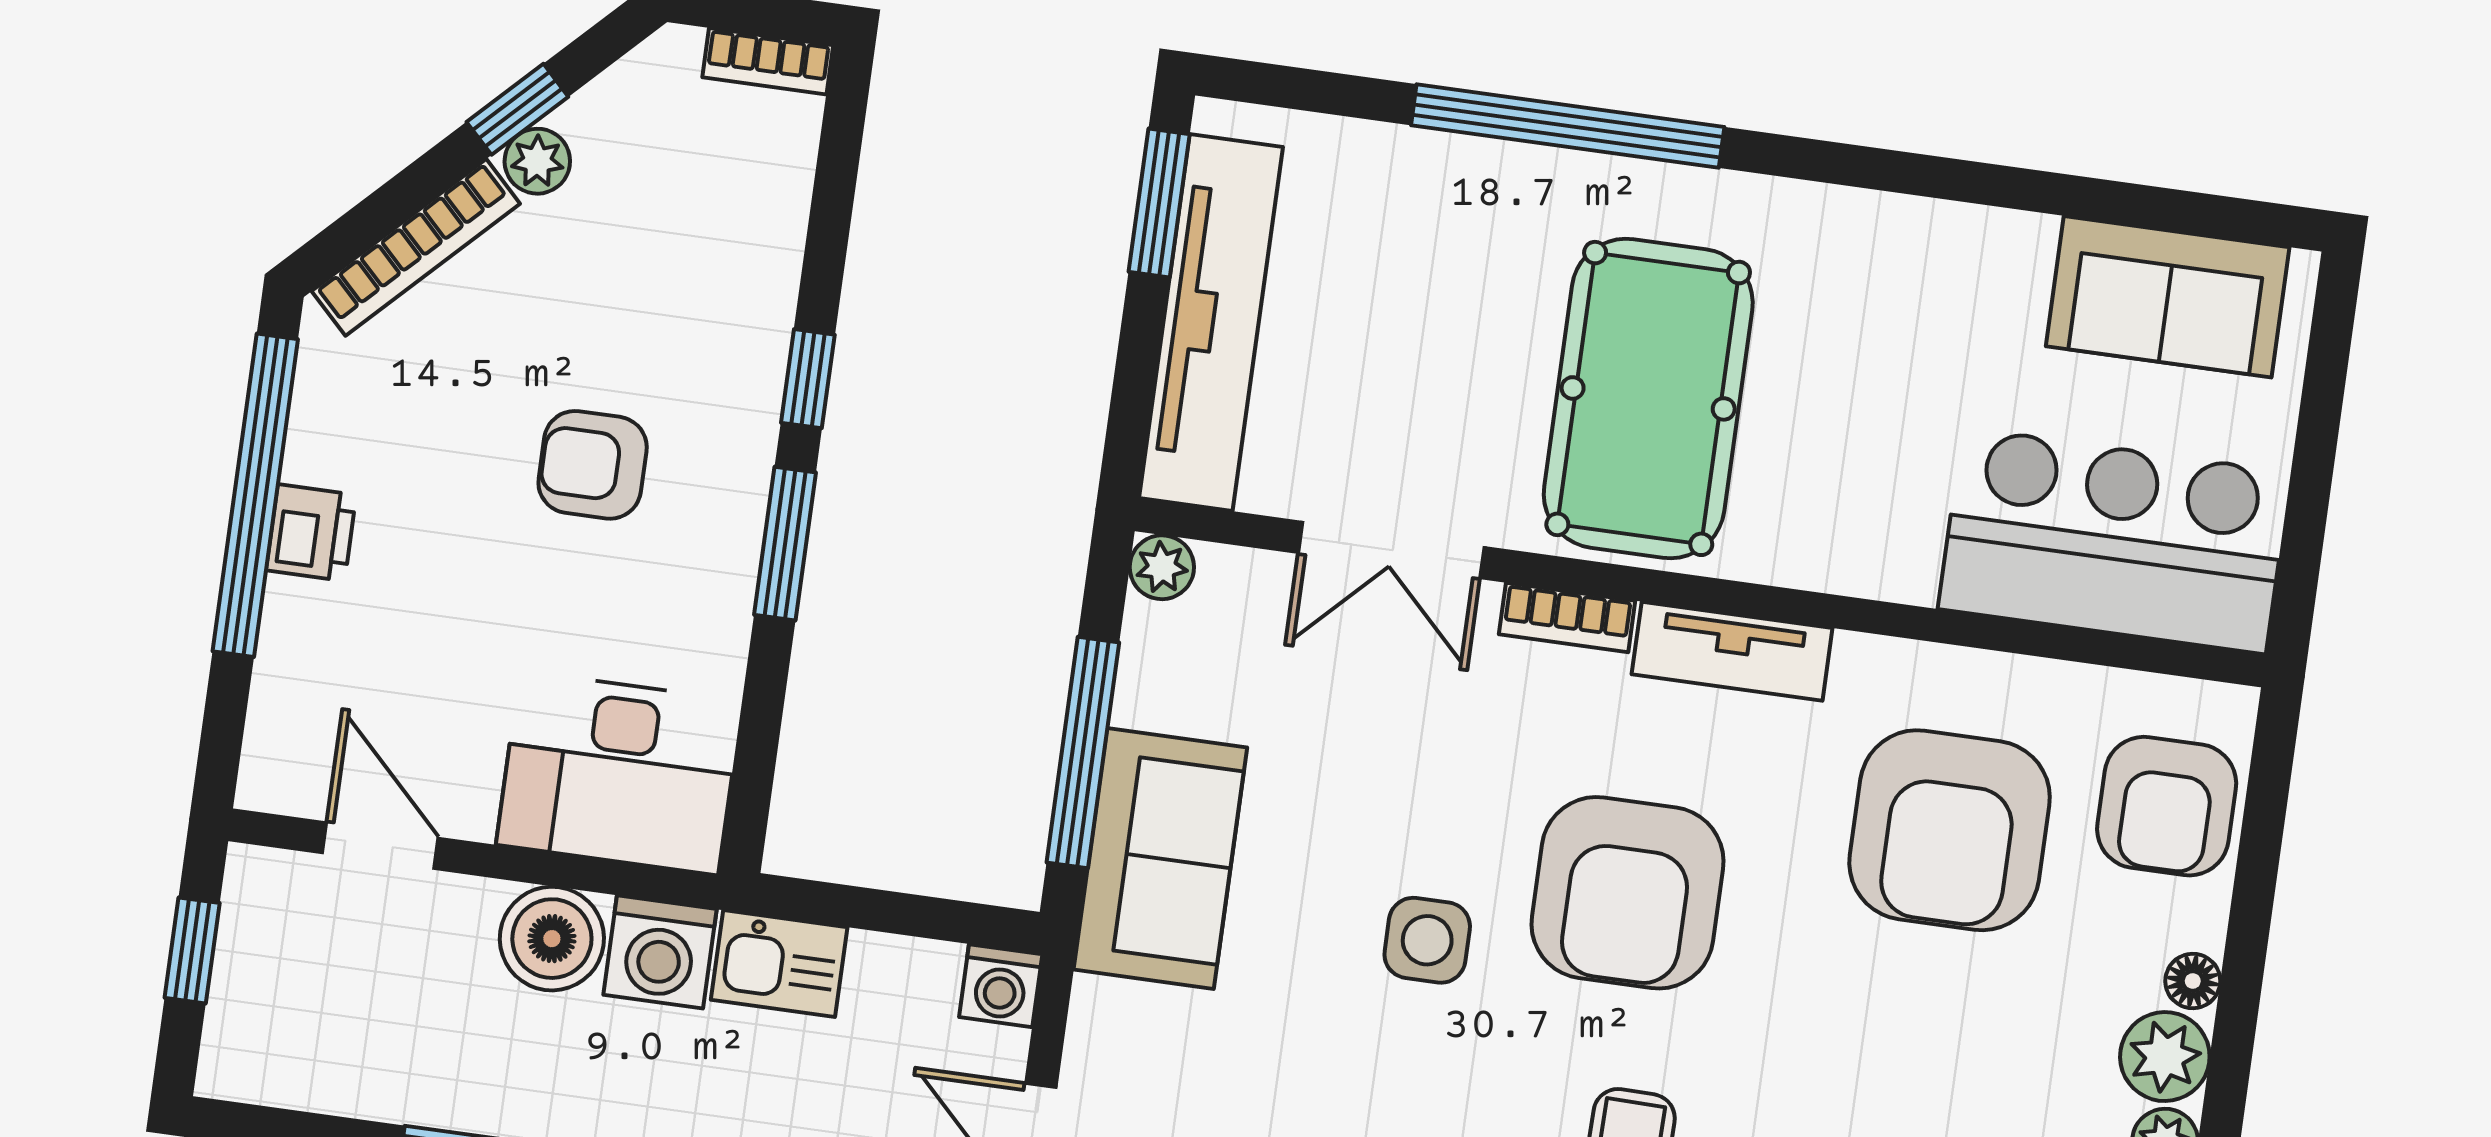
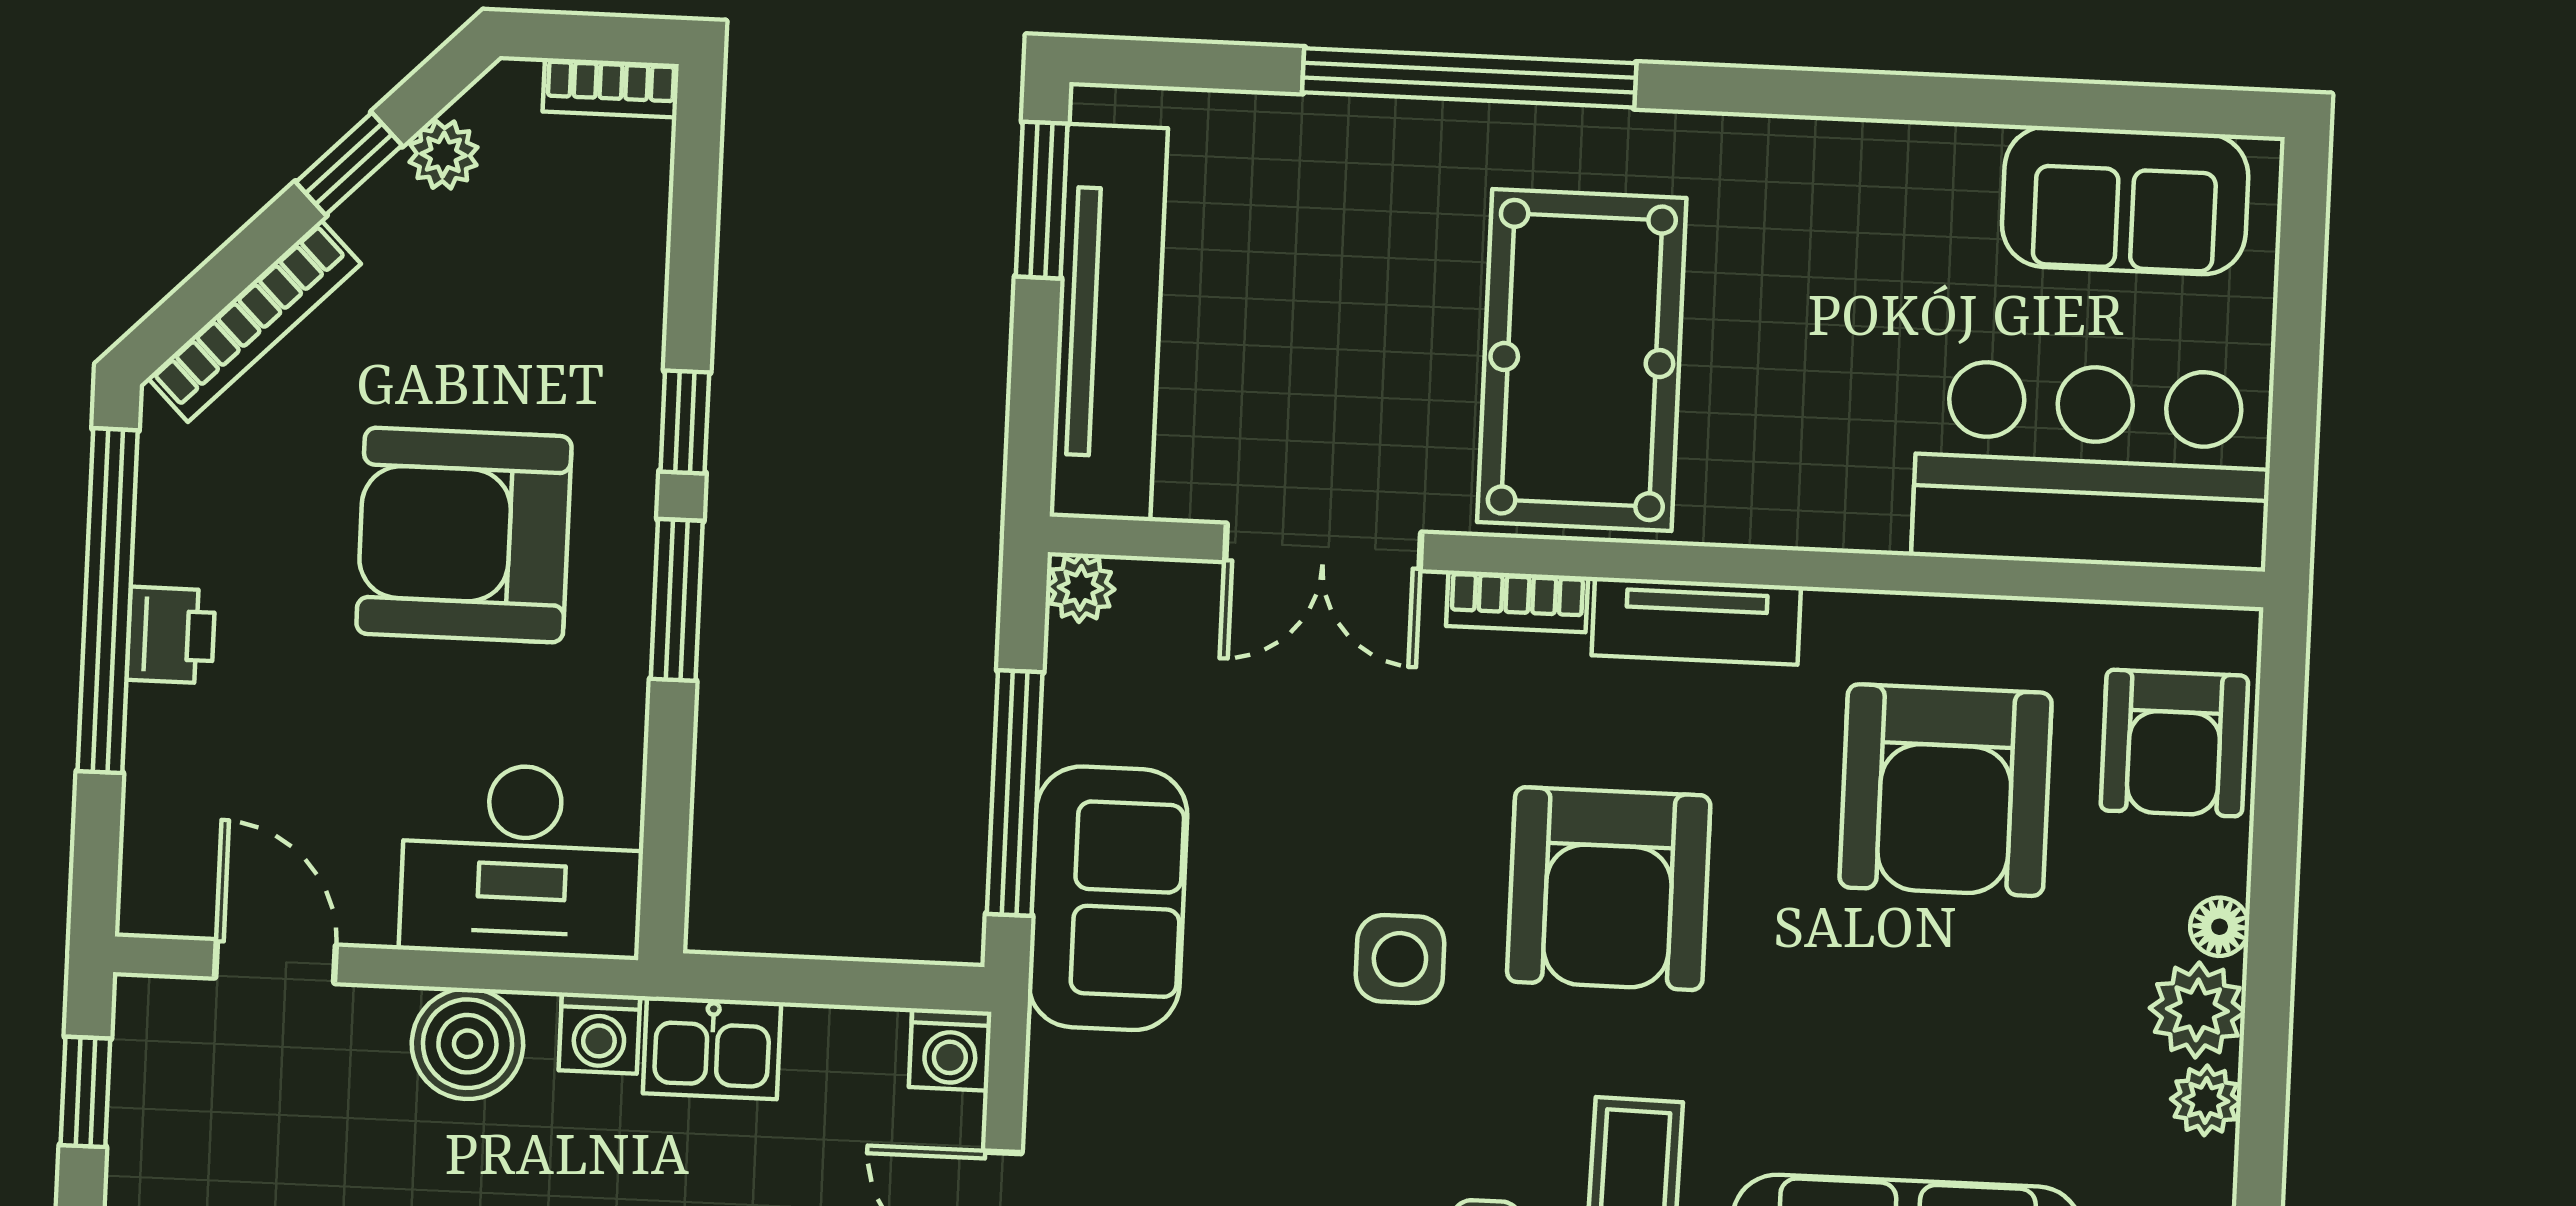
plant: (537, 161) -> (443, 155), moved
armchair: (593, 465) -> (464, 535), width x1.88, depth x1.88
washing machine: (660, 952) -> (599, 1033), width x0.73, depth x0.73

